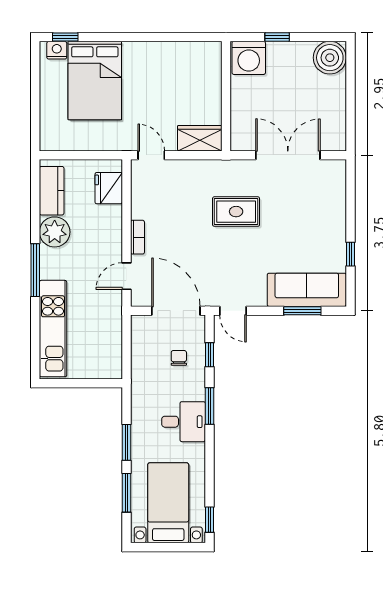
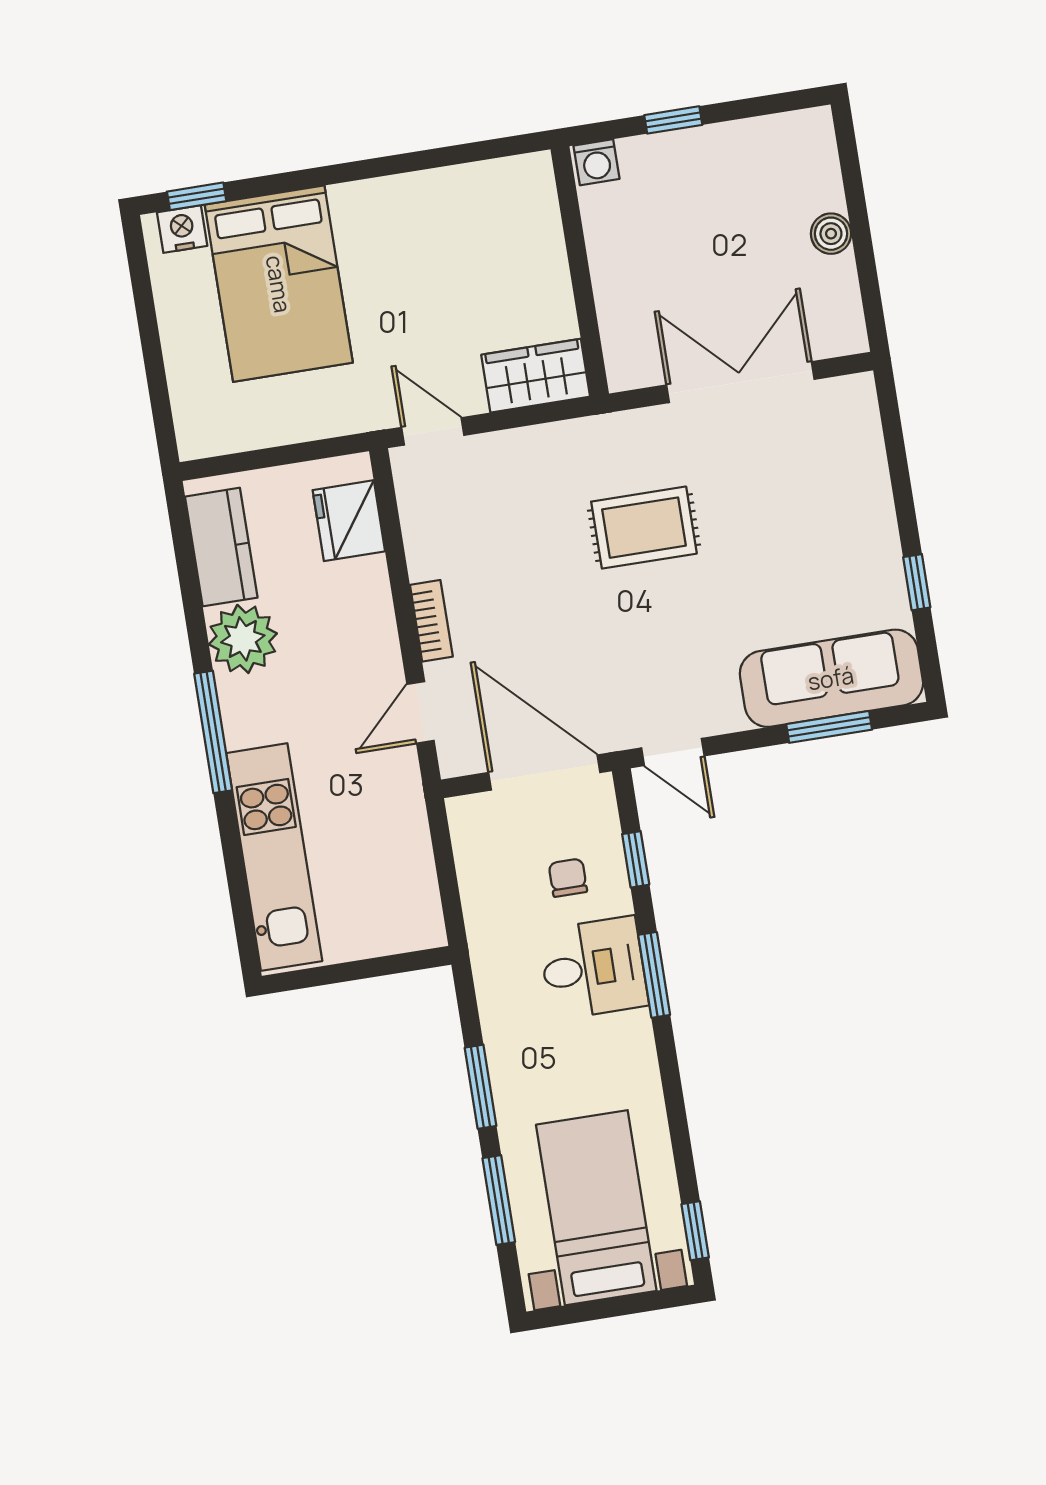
washing machine: (249, 58) -> (597, 162), width x0.53, depth x0.53
boiler: (330, 58) -> (831, 234), moved, width x0.54, depth x0.54
desk: (184, 422) -> (593, 968), moved

